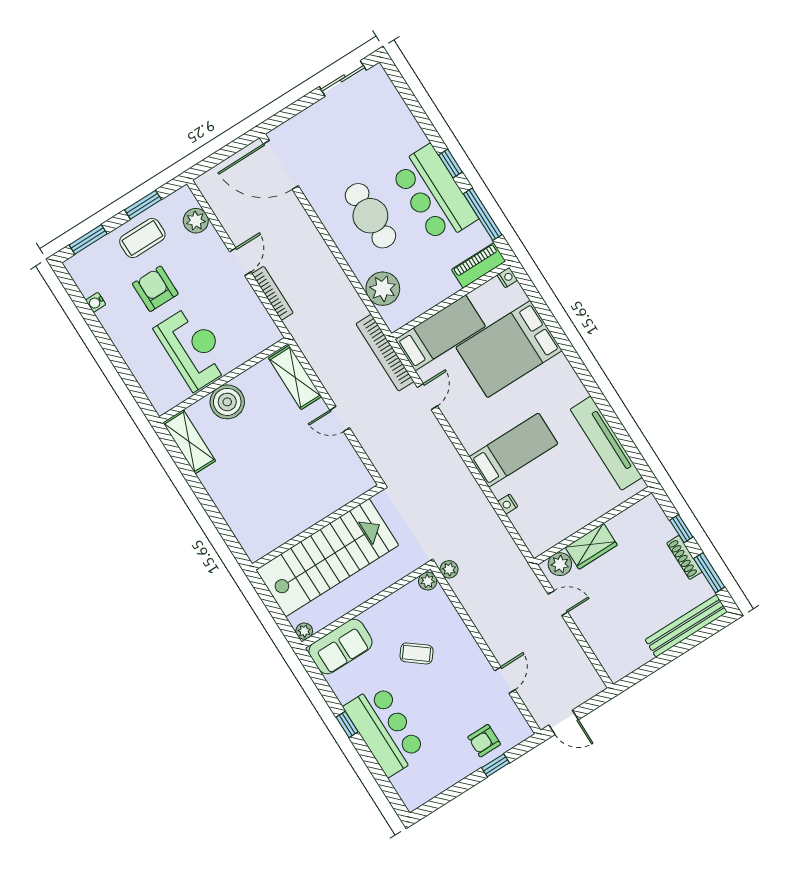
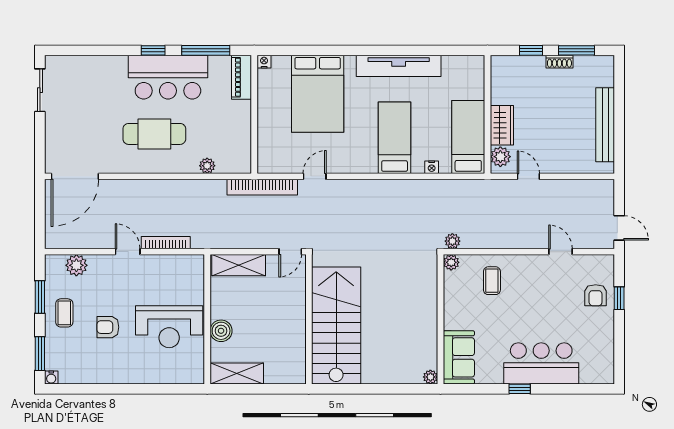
coffee table: (142, 238) -> (64, 313), width x0.73, depth x0.77
armchair: (155, 289) -> (108, 327), width x0.72, depth x0.72
plant: (383, 289) -> (207, 166), width x0.53, depth x0.53
water cooler: (96, 302) -> (51, 378), moved
bed: (440, 333) -> (468, 137), moved
reception desk: (193, 348) -> (169, 327), turned 180
door: (427, 397) -> (315, 176), hinge flipped
boiler: (227, 402) -> (221, 331), width x0.73, depth x0.73
tv unit: (606, 443) -> (399, 66), moved
wall: (317, 527) -> (309, 319), moved
shoe rack: (684, 557) -> (559, 62), width x0.70
stairs: (327, 558) -> (336, 326), moved
door: (558, 603) -> (528, 176), hinge flipped
bench: (686, 626) -> (605, 125), moved
coffee table: (417, 653) -> (492, 281), moved, turned -38
door: (564, 722) -> (619, 228), hinge flipped

